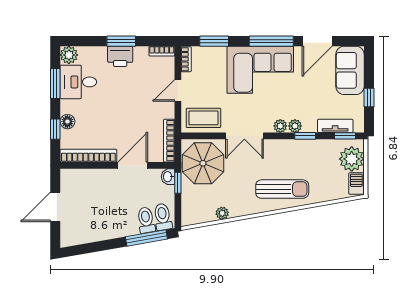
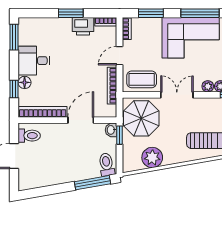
plant: (69, 55) -> (26, 25), removed
printer: (120, 56) -> (83, 26), moved
desk: (78, 82) -> (34, 61), moved
window: (55, 84) -> (14, 37), moved
double door: (244, 136) -> (177, 95), swing flipped
bookcase: (169, 141) -> (112, 86), moved
plant: (222, 213) -> (152, 157), width x1.87, depth x1.87
toilet: (146, 220) -> (29, 136), moved, turned 100

